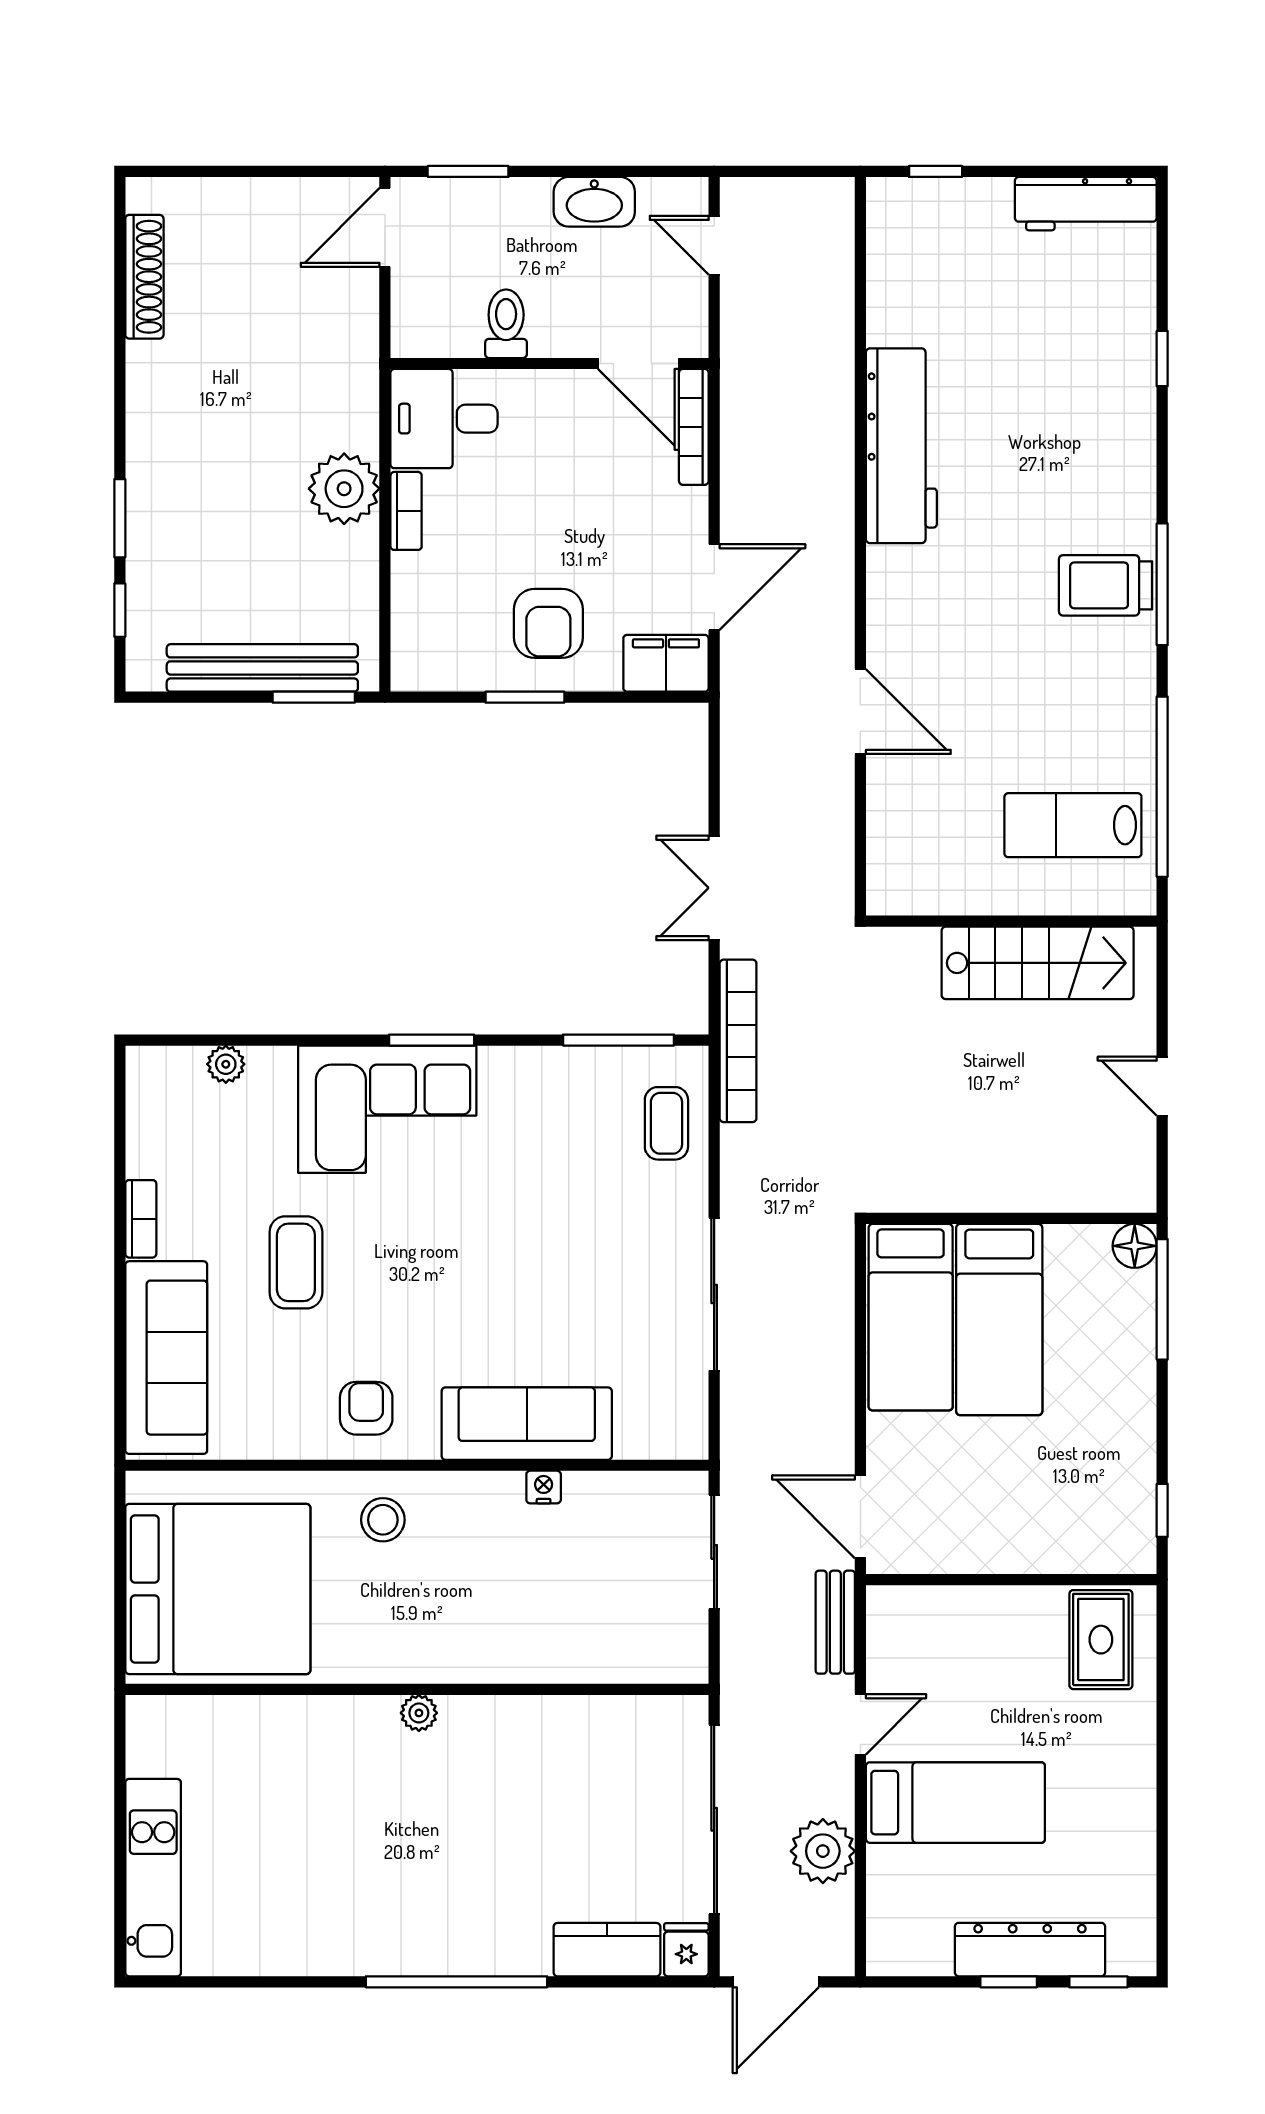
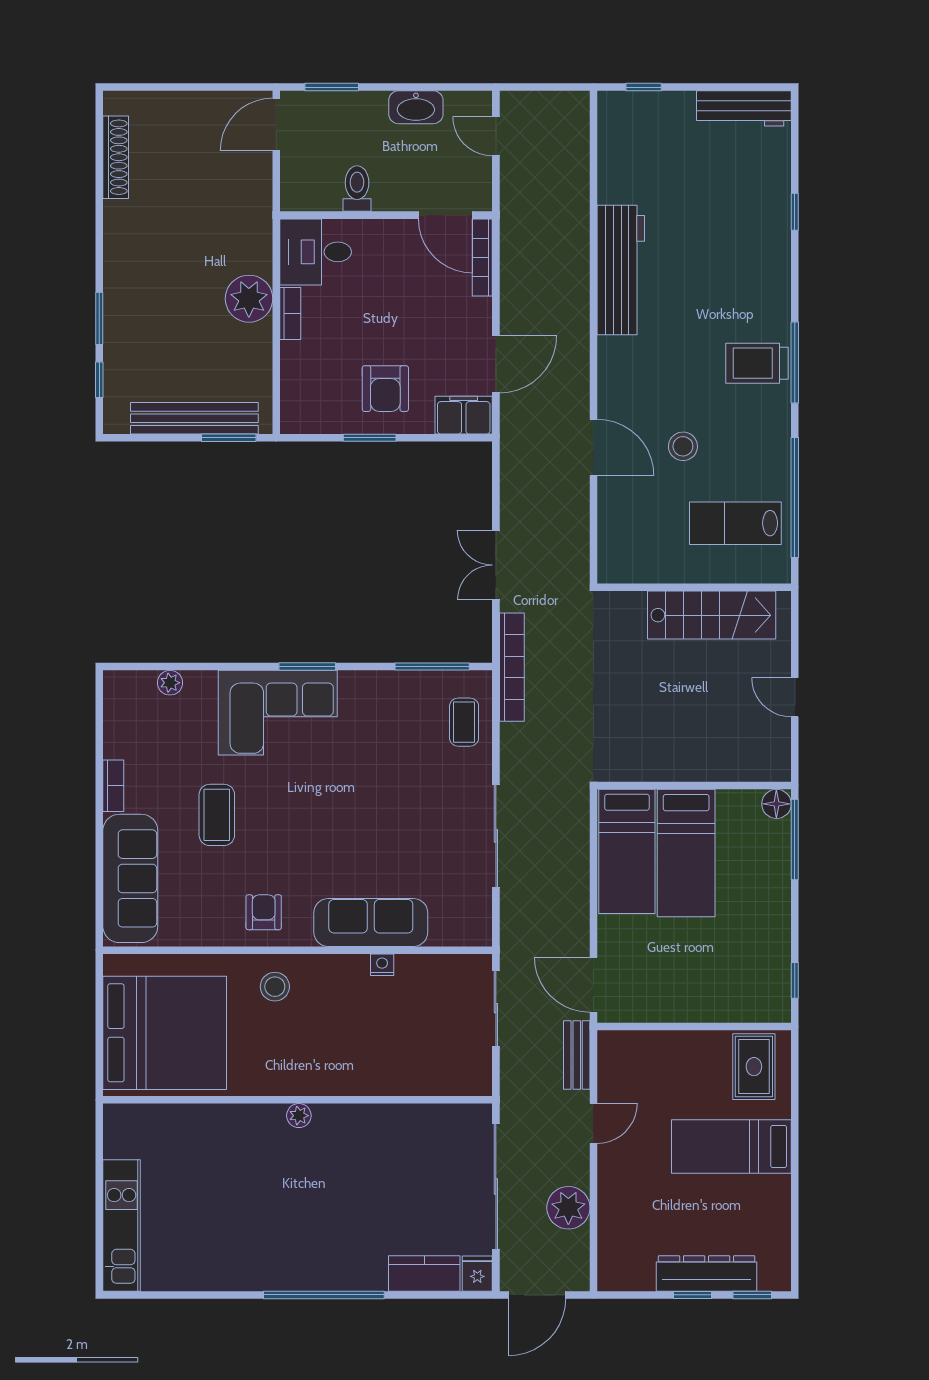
stool: (994, 710) -> (683, 446), added
bed: (955, 1803) -> (731, 1146), moved, turned 180

